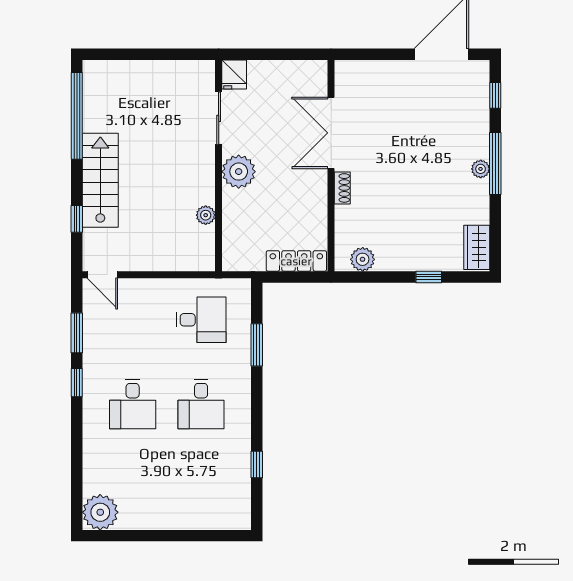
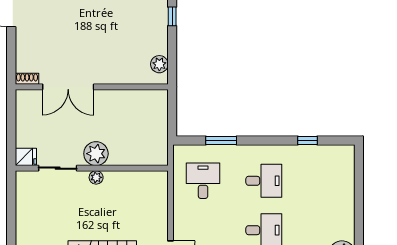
shoe rack: (342, 188) -> (27, 79), moved
plant: (206, 215) -> (96, 177), moved
locker: (296, 261) -> (161, 112), removed

